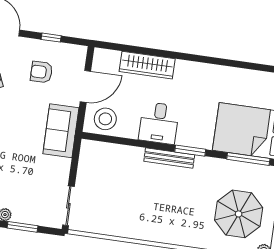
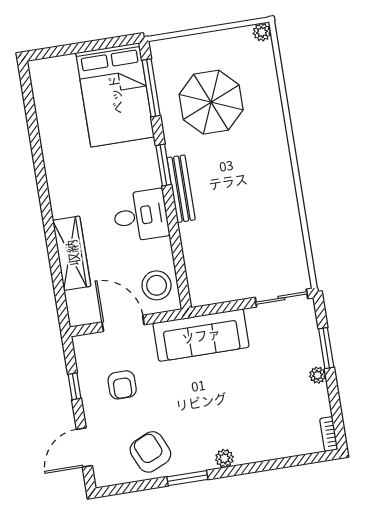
sofa: (61, 131) -> (201, 335), width x1.36
parasol: (239, 214) -> (211, 102), moved

